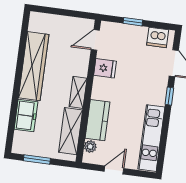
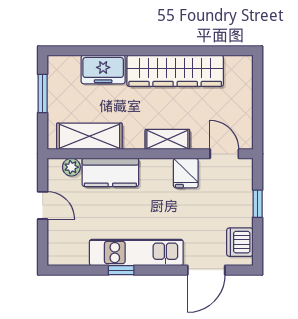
shelving: (78, 92) -> (167, 139), moved
window: (169, 96) -> (121, 270), moved
kitchen unit: (151, 138) -> (136, 253), moved

